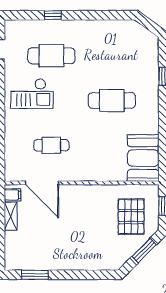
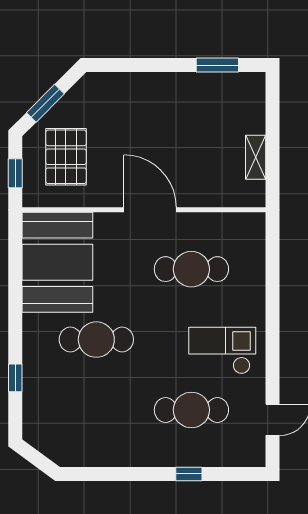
cafe table: (51, 145) -> (191, 269), width x1.37, depth x1.35
booth: (143, 158) -> (57, 262), width x1.36, depth x1.42
door: (42, 183) -> (150, 210), moved
filing cabinet: (12, 195) -> (253, 191), removed

